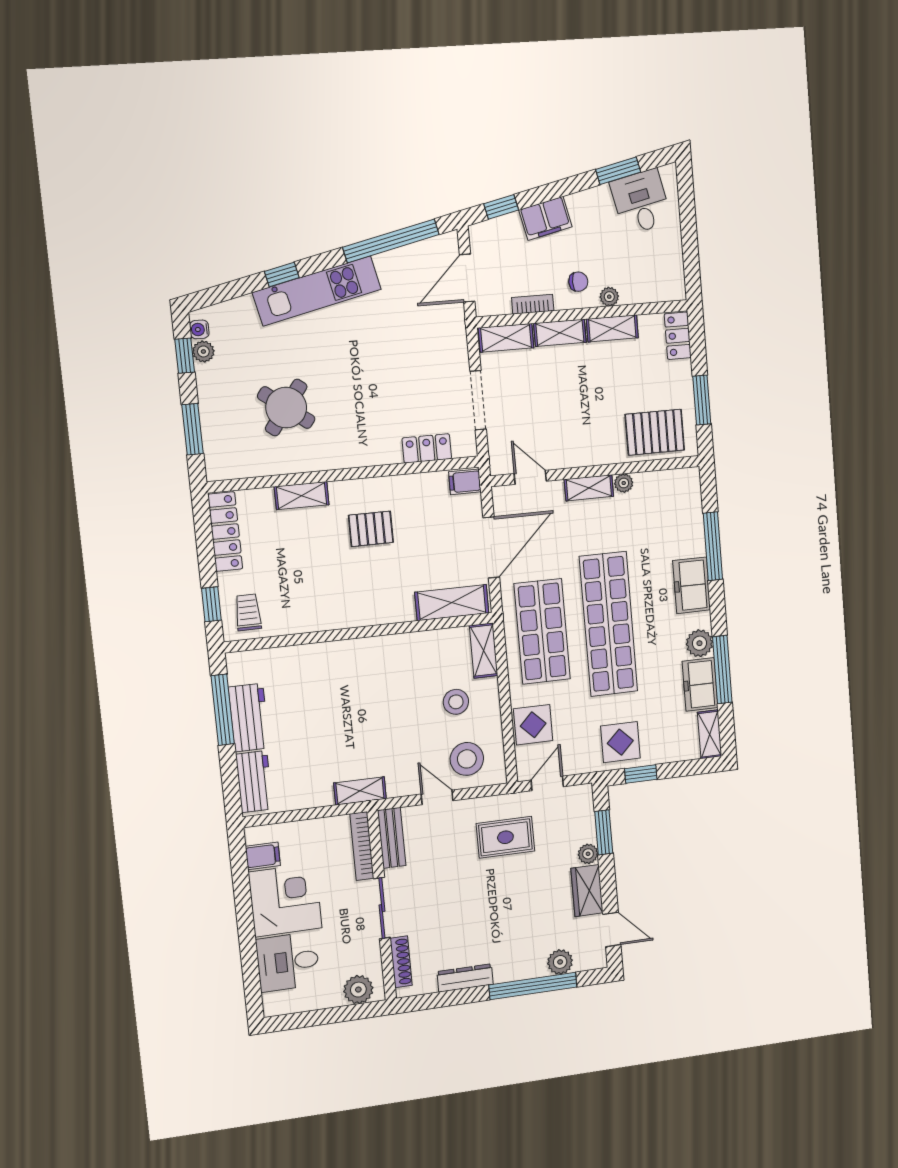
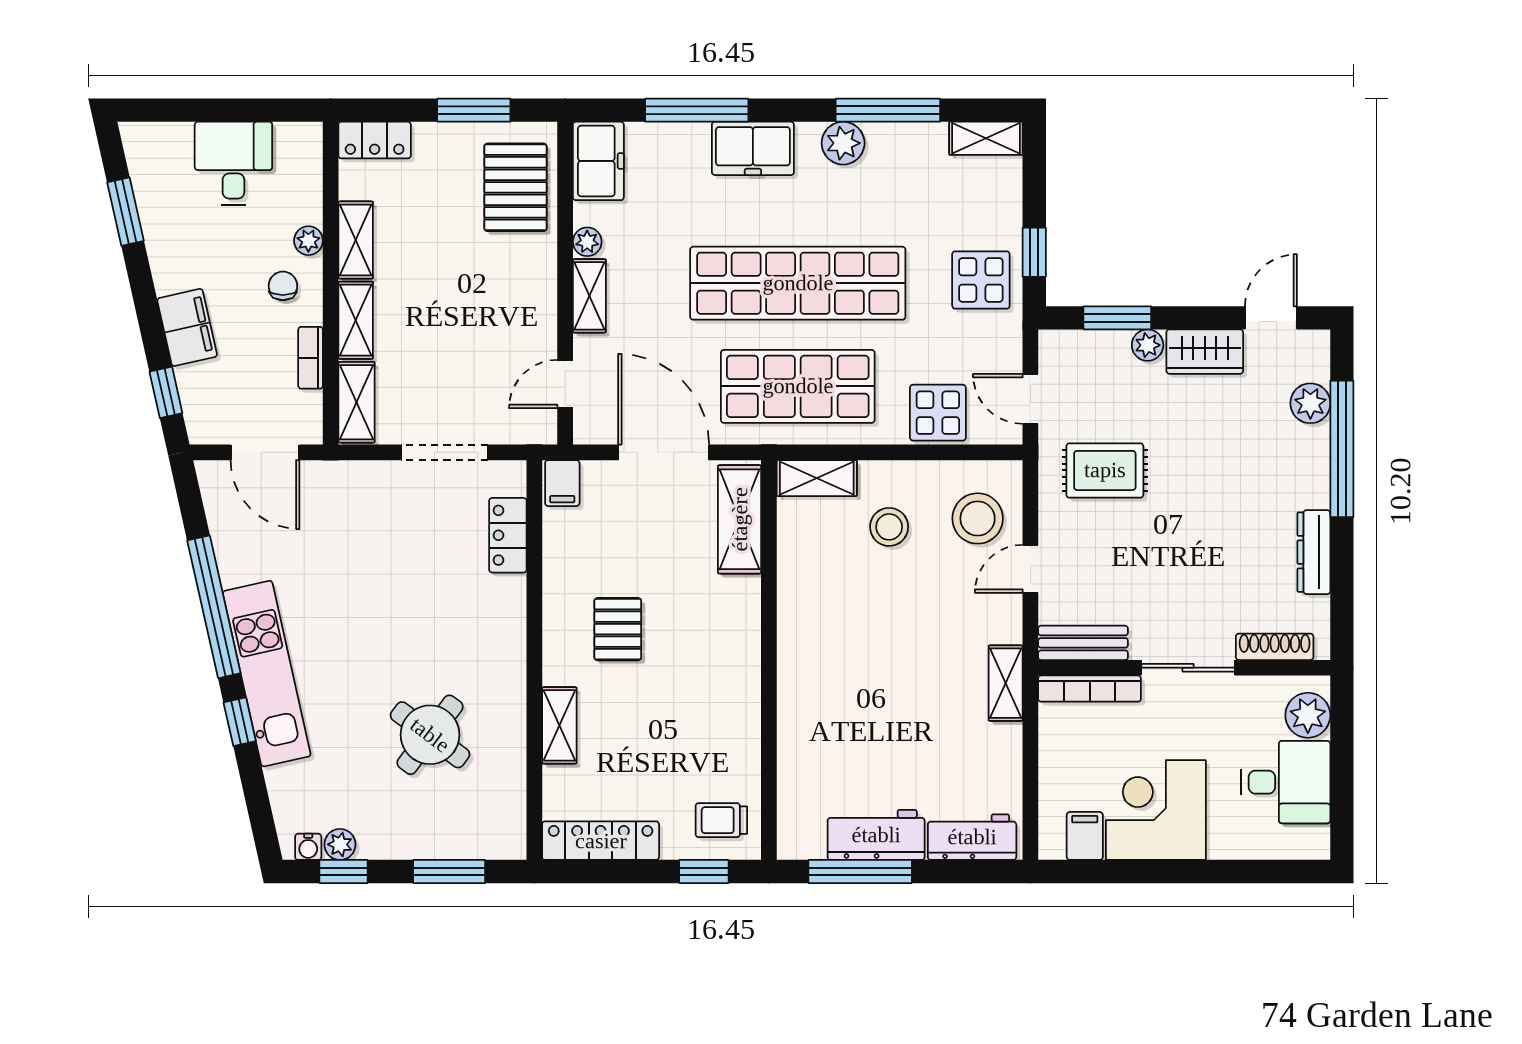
desk: (641, 202) -> (233, 163), moved, turned 103
window: (391, 241) -> (214, 607), moved
freezer: (700, 684) -> (598, 161), moved, turned -90
rug: (505, 837) -> (1105, 470), turned 90
desk: (288, 962) -> (1286, 782), moved, turned -90

